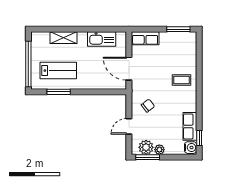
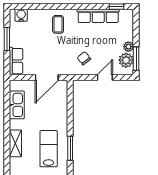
window: (178, 29) -> (7, 39), moved
door: (129, 126) -> (105, 78), swing flipped
row of seats: (190, 126) -> (98, 16), width x1.48
water cooler: (191, 148) -> (21, 15), moved

